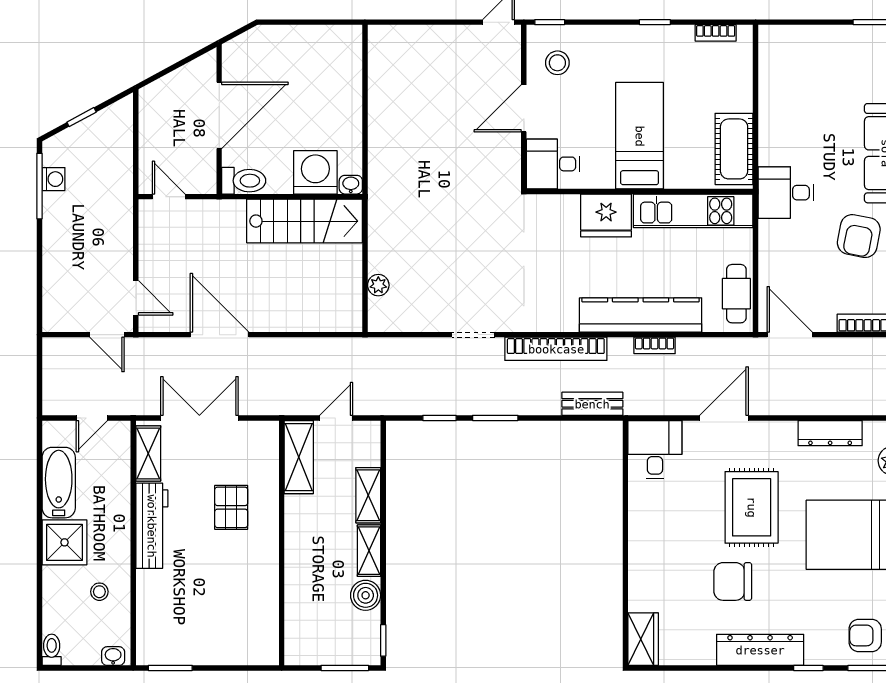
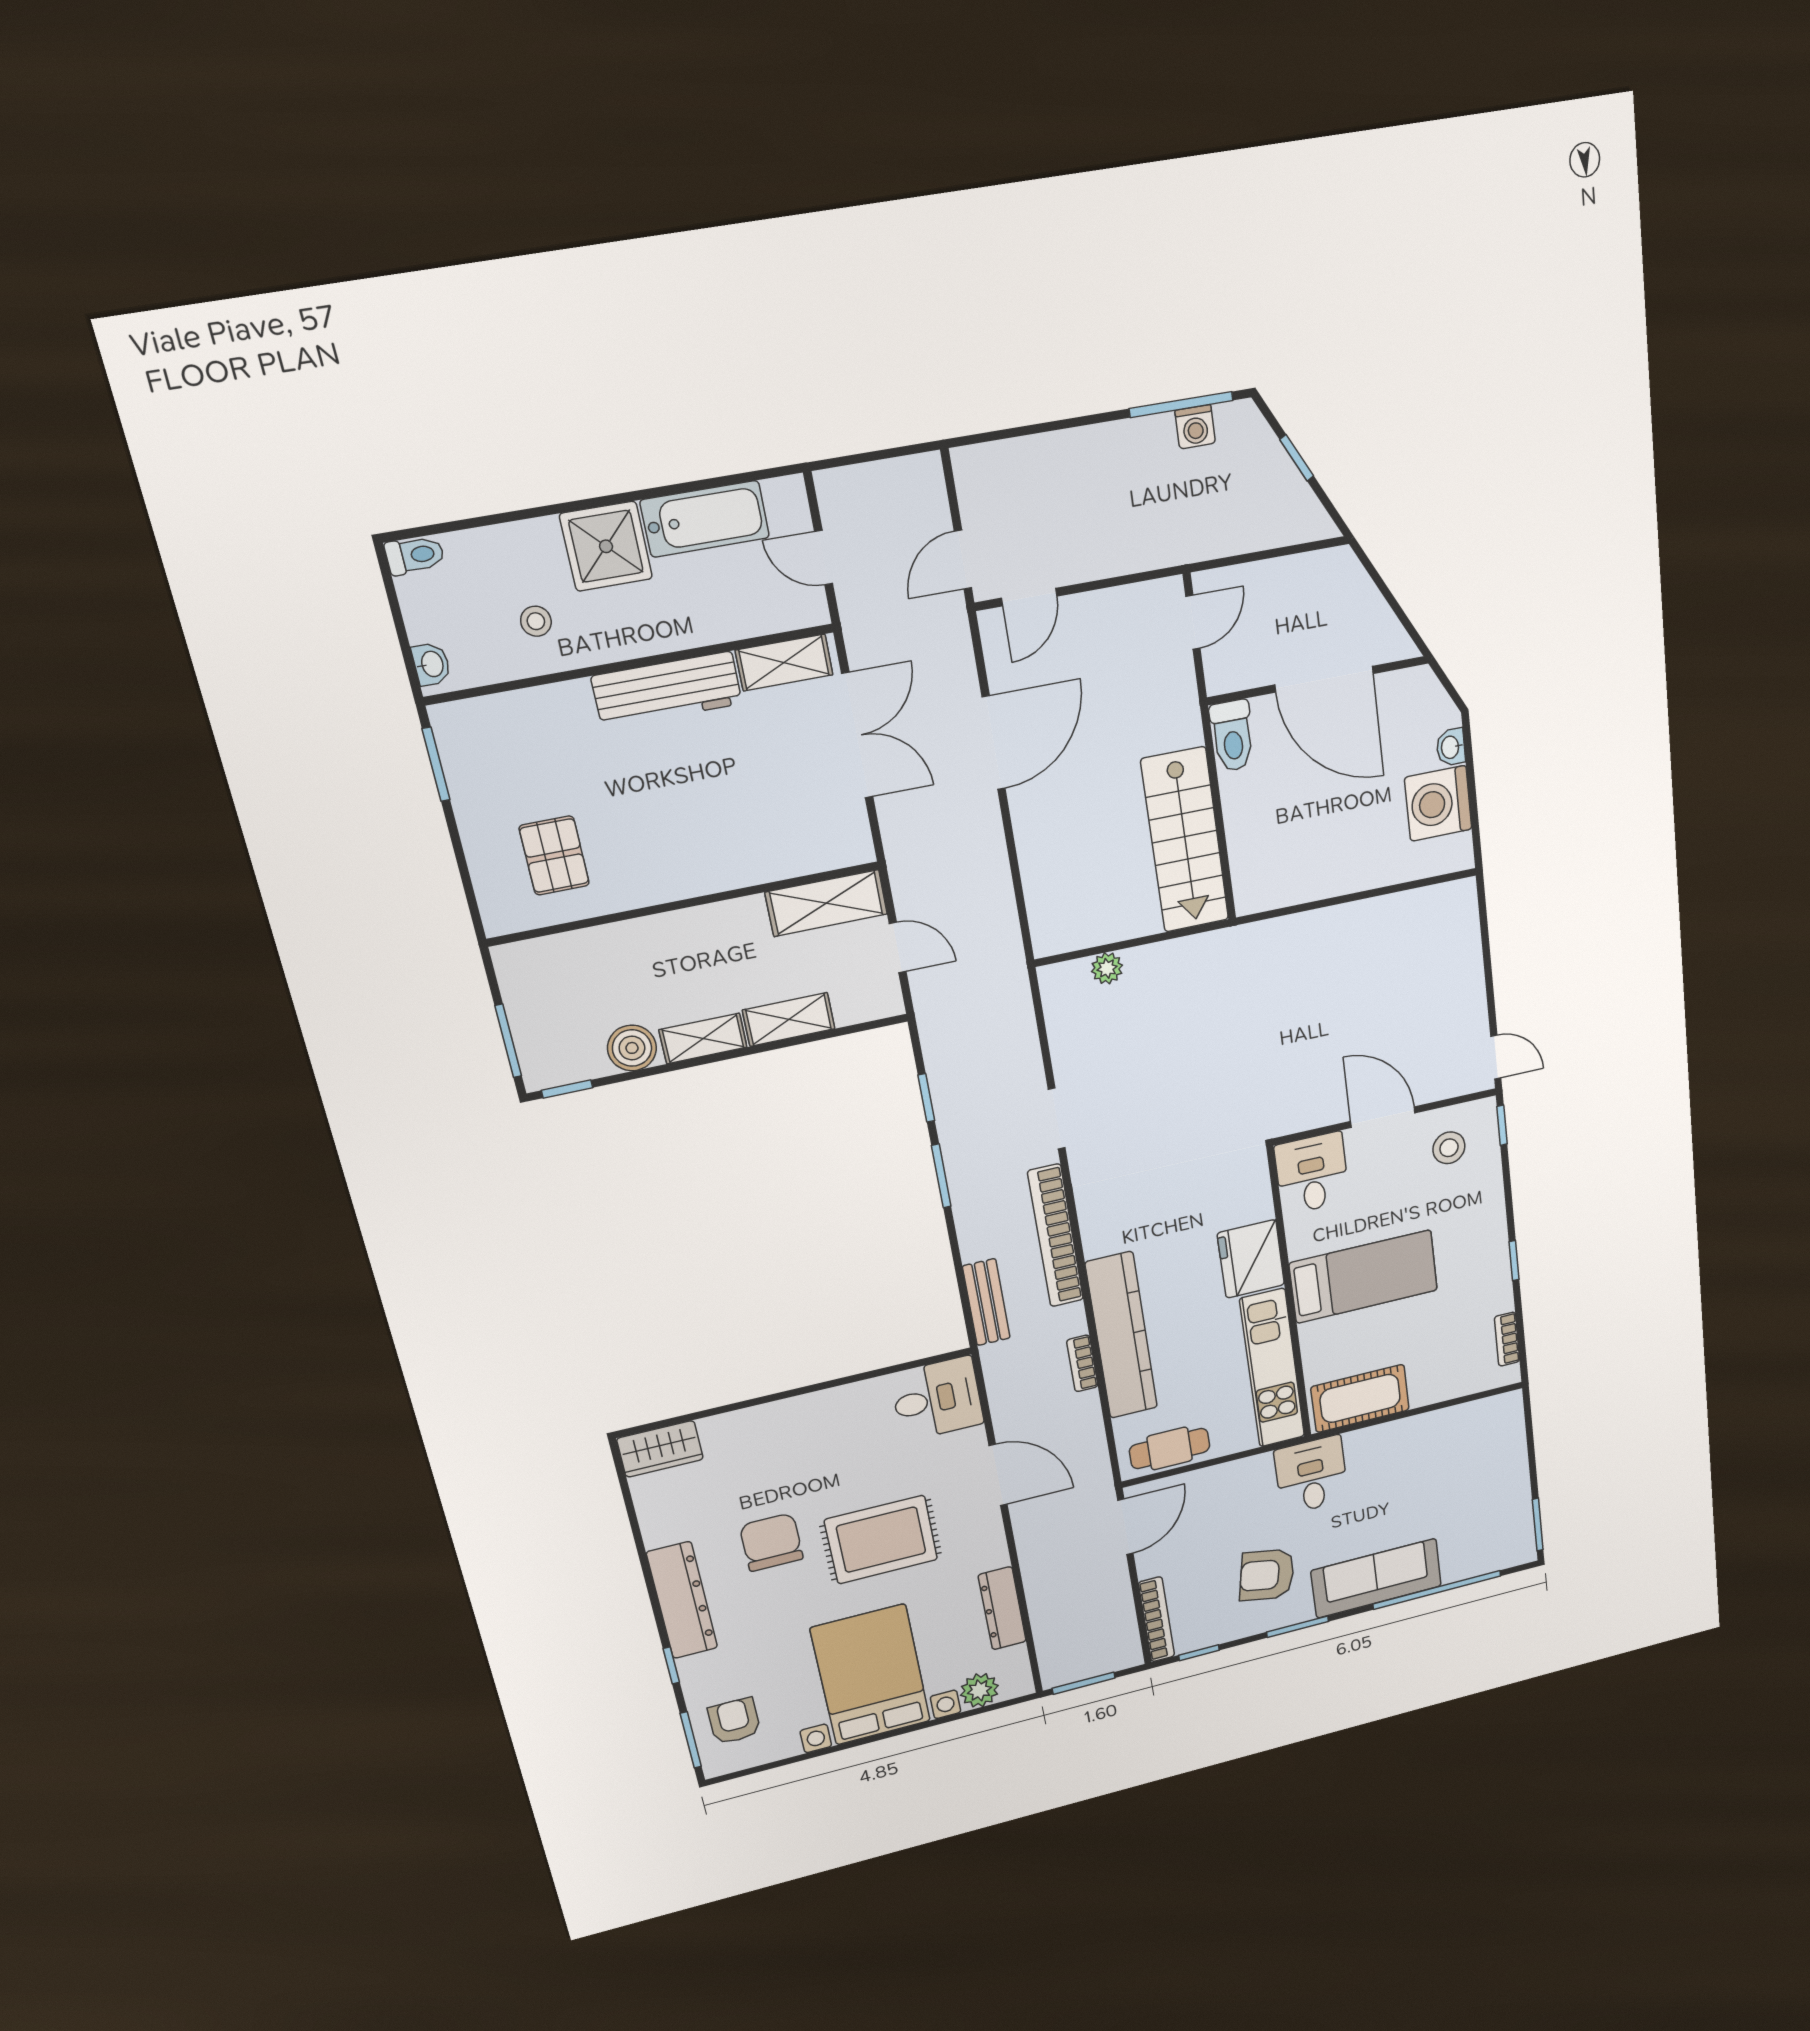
washing machine: (315, 172) -> (1438, 803), moved, turned 180
washbasin: (351, 185) -> (1451, 747), moved, turned 180
pallet: (231, 507) -> (554, 856), moved, turned 90

